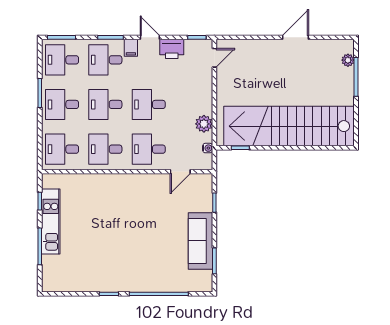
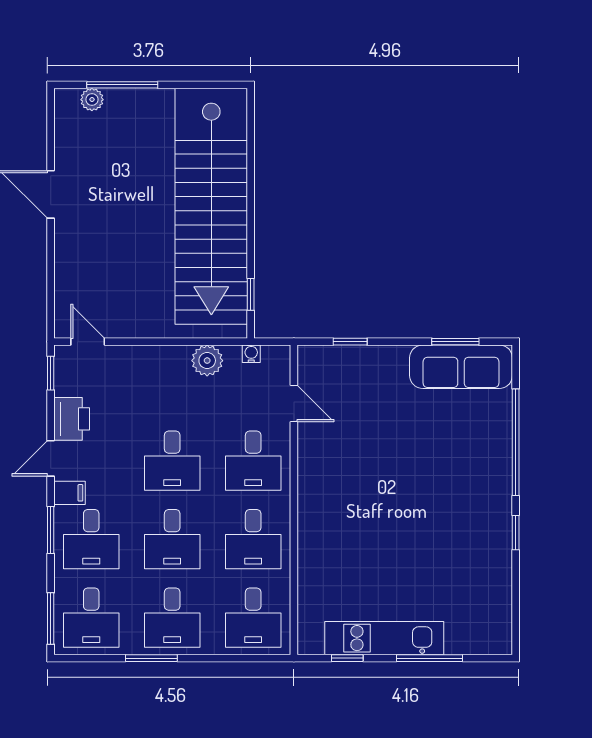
sofa: (200, 241) -> (461, 367), moved

